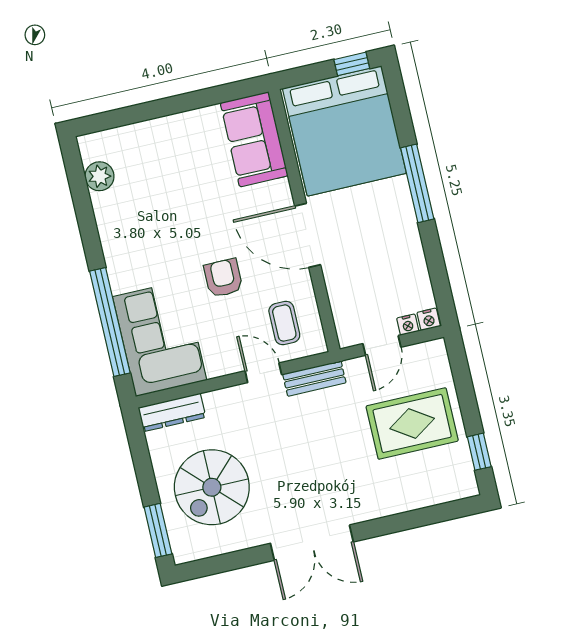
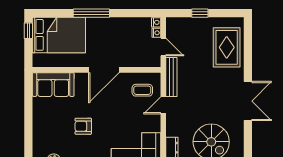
bed: (344, 131) -> (59, 35), width x0.73
armchair: (223, 278) -> (83, 126), moved
bench: (314, 378) -> (171, 77), width x1.36
rug: (412, 424) -> (227, 47), moved
window: (479, 452) -> (200, 13), moved

